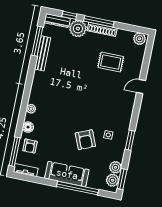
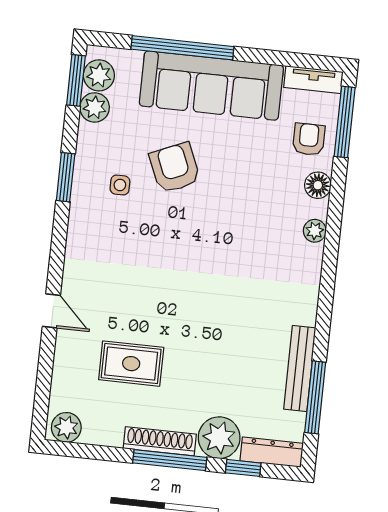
door: (141, 87) -> (51, 311), hinge flipped
sofa: (67, 174) -> (211, 86), width x1.36, depth x1.27

